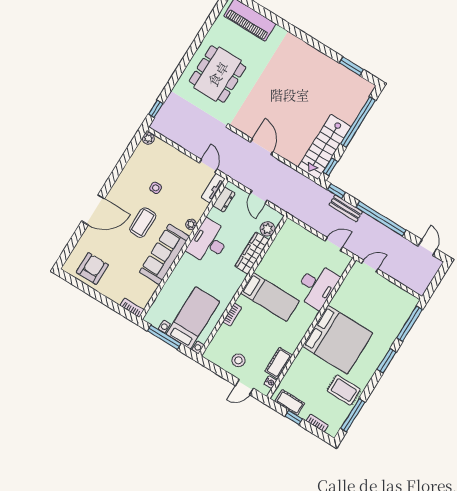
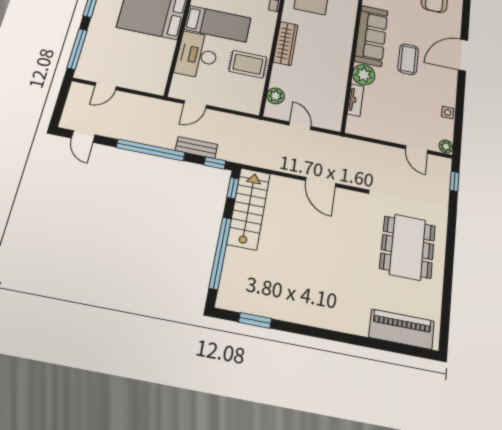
door: (208, 166) -> (416, 149), moved
side table: (156, 188) -> (448, 112), moved
tv unit: (213, 188) -> (355, 100), moved
dresser: (224, 199) -> (336, 111), removed
plant: (191, 224) -> (364, 75), width x1.87, depth x1.87
desk: (209, 242) -> (332, 62), removed
wardrobe: (252, 253) -> (286, 43), moved
rug: (279, 264) -> (248, 64), added
door: (370, 266) -> (106, 86), moved
bed: (270, 297) -> (218, 24), moved, turned 180

